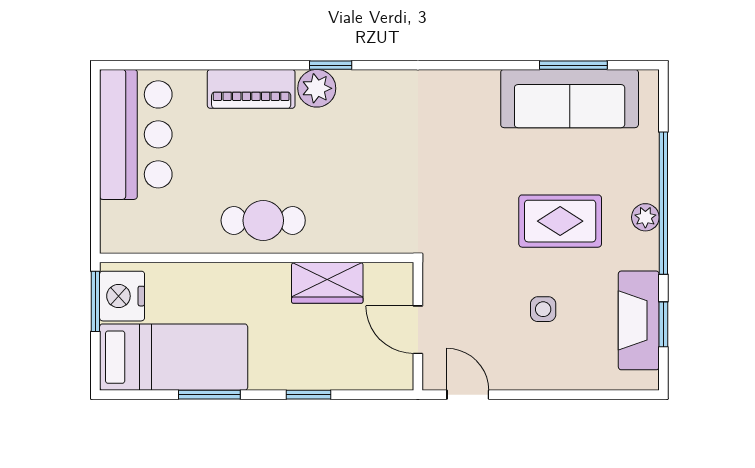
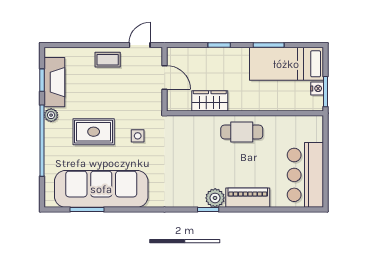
sofa: (570, 99) -> (101, 189), width x1.36, depth x1.27
plant: (645, 217) -> (51, 115), moved
nightstand: (122, 296) -> (317, 88), width x0.53, depth x0.56
side table: (543, 309) -> (138, 136), moved
coffee table: (532, 365) -> (108, 60), added
door: (468, 395) -> (140, 45), swing flipped

